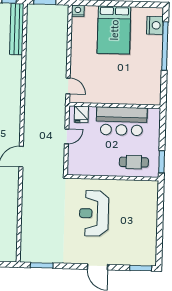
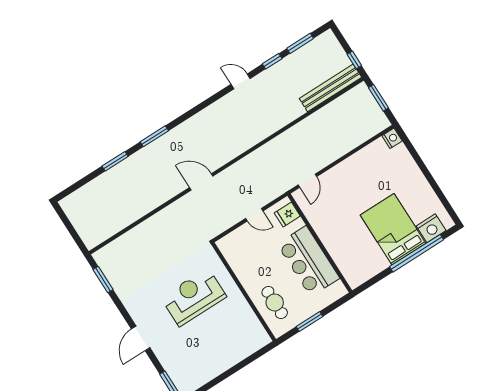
bed: (114, 30) -> (393, 229), moved, turned 90
window: (162, 162) -> (310, 321), moved

